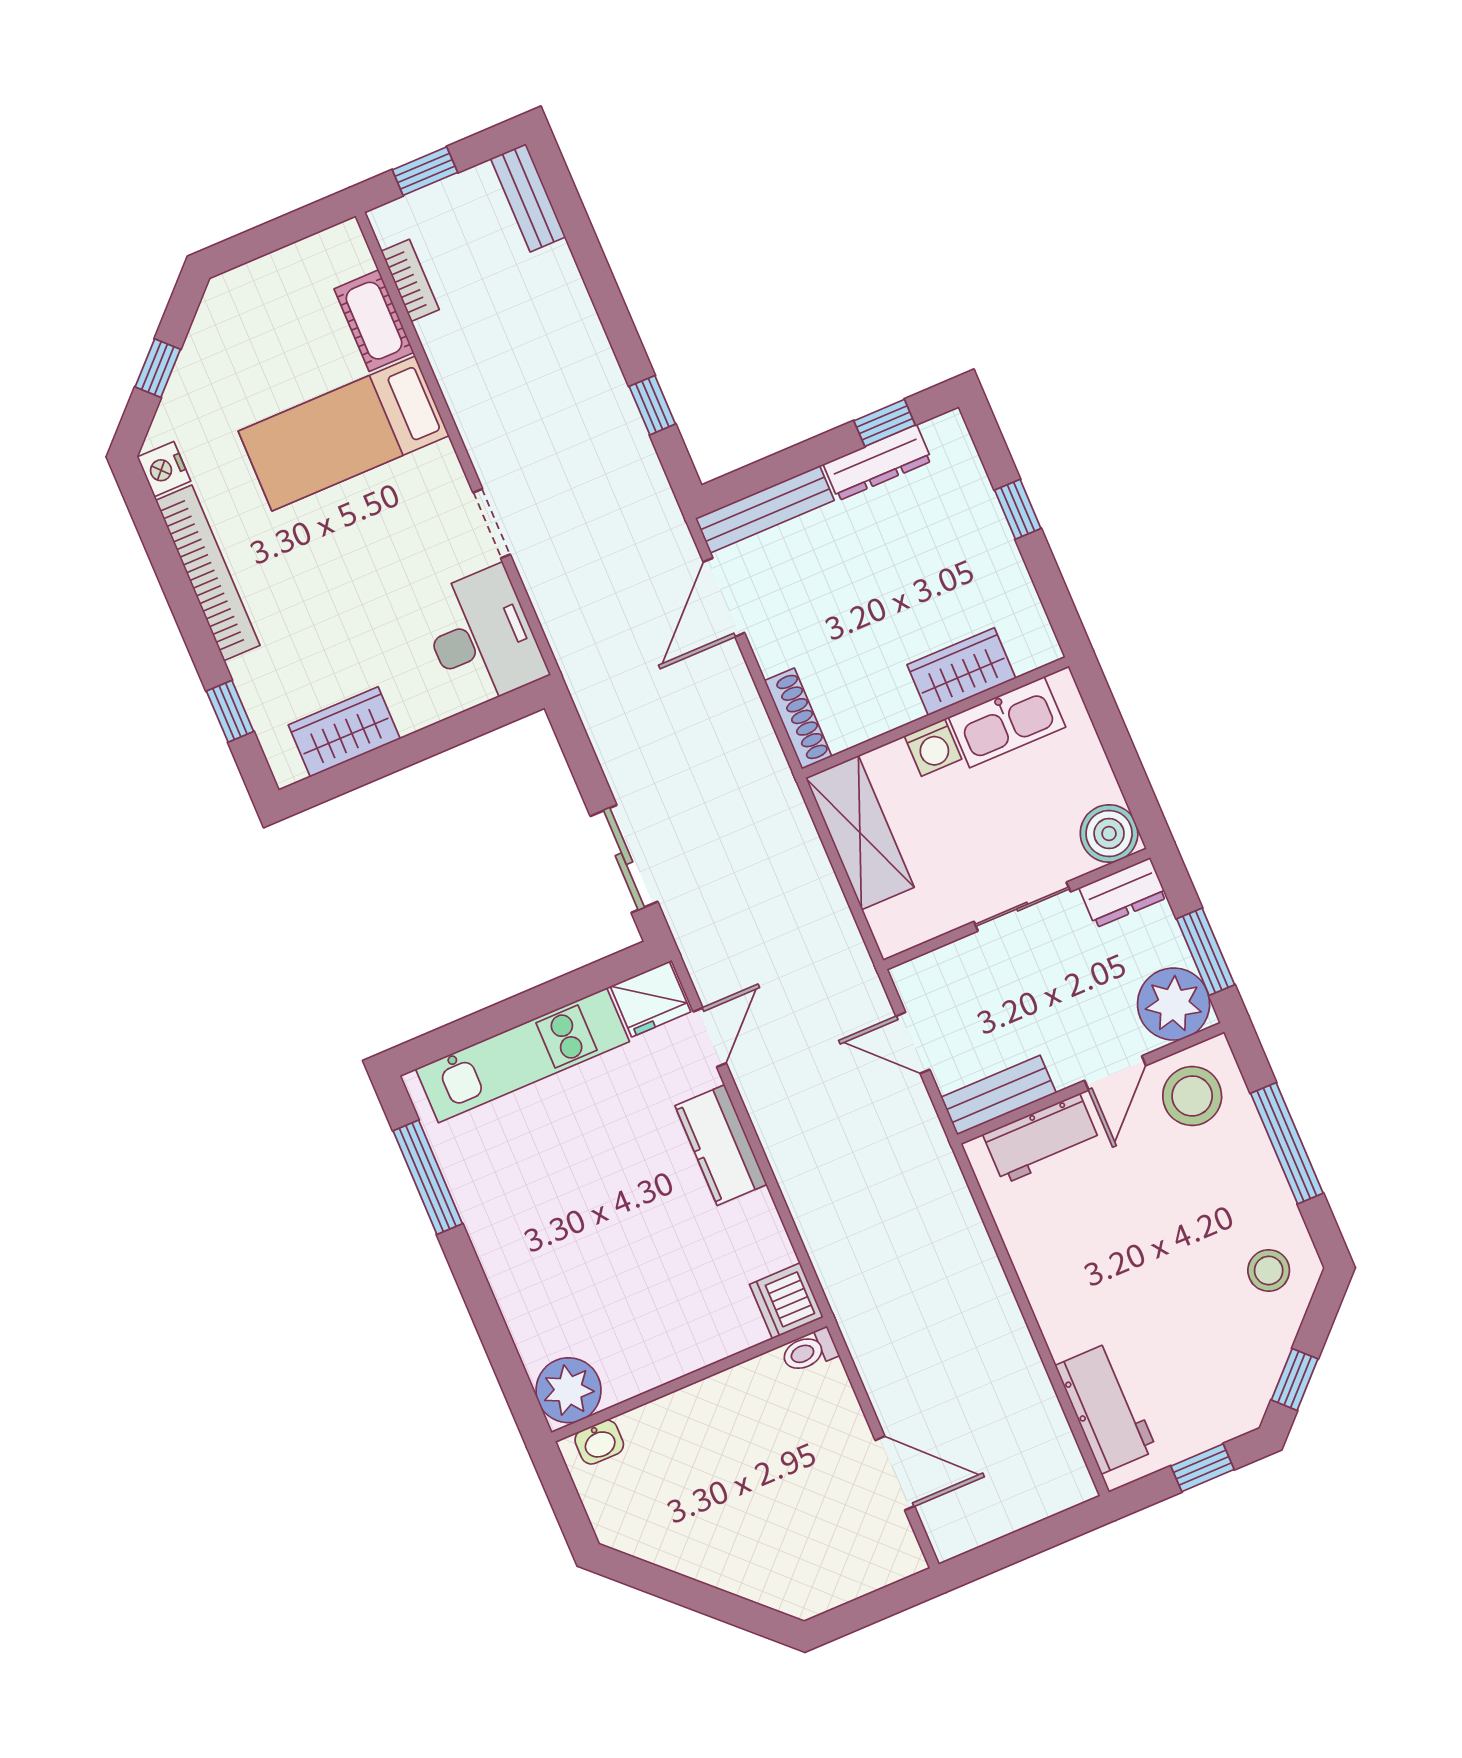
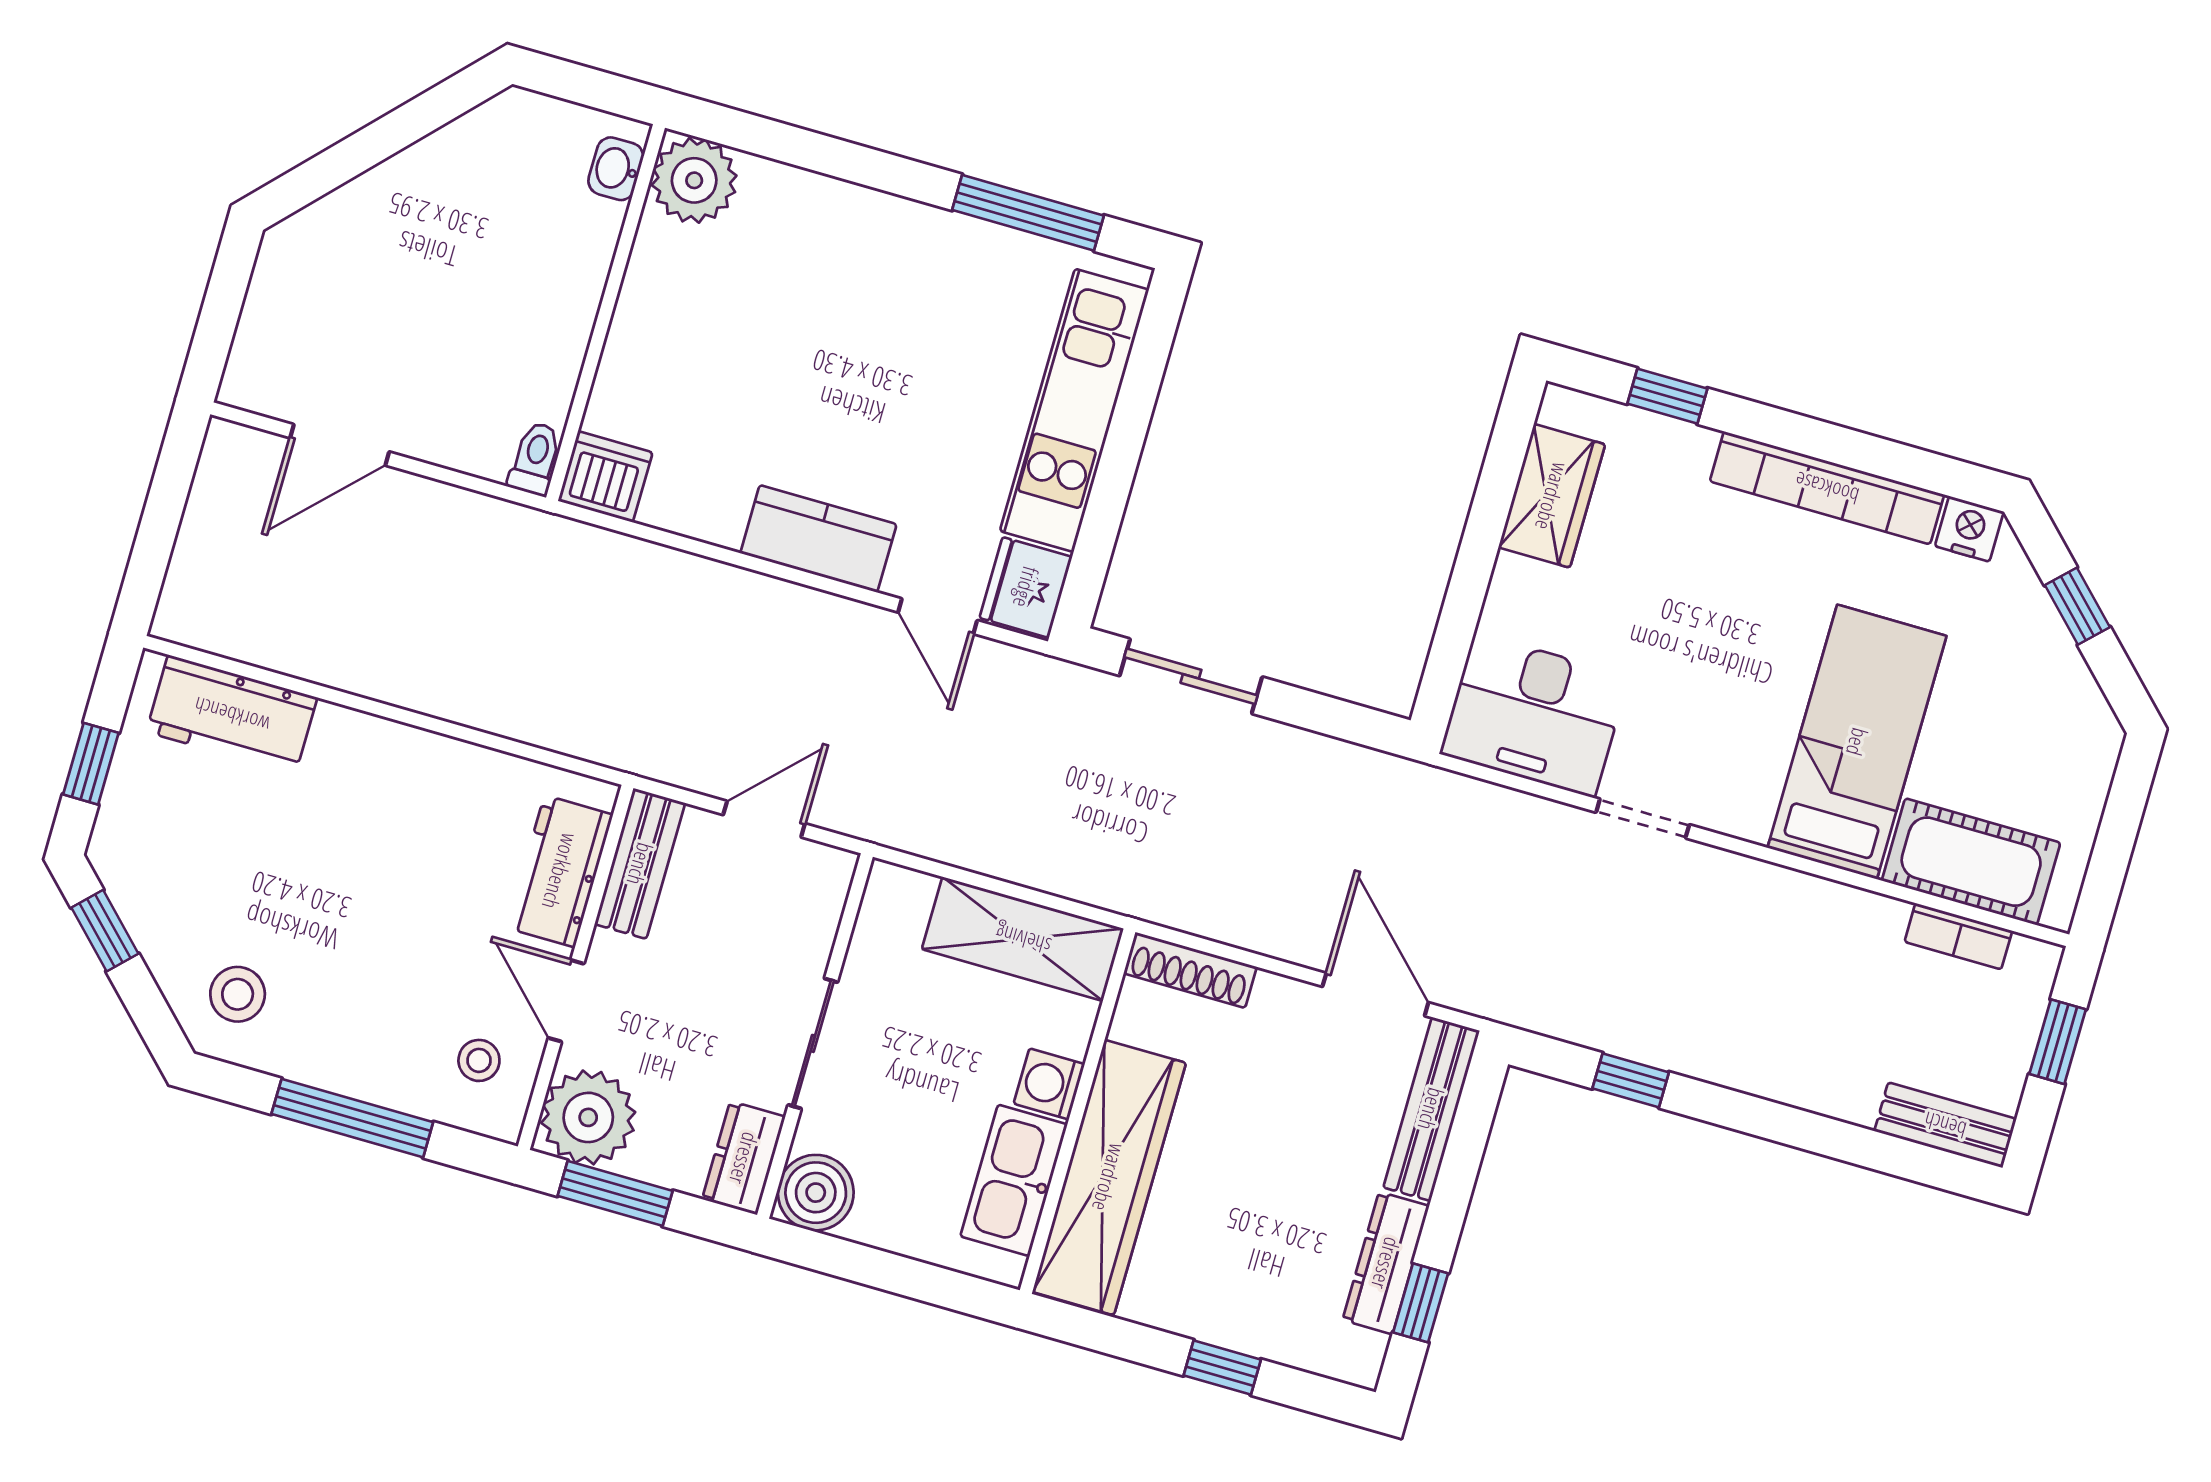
cot: (374, 321) -> (1971, 862), width x1.37, depth x1.34
wardrobe: (961, 672) -> (1109, 1177), width x2.10, depth x1.17
stool: (1192, 1096) -> (479, 1060), width x0.53, depth x0.53

